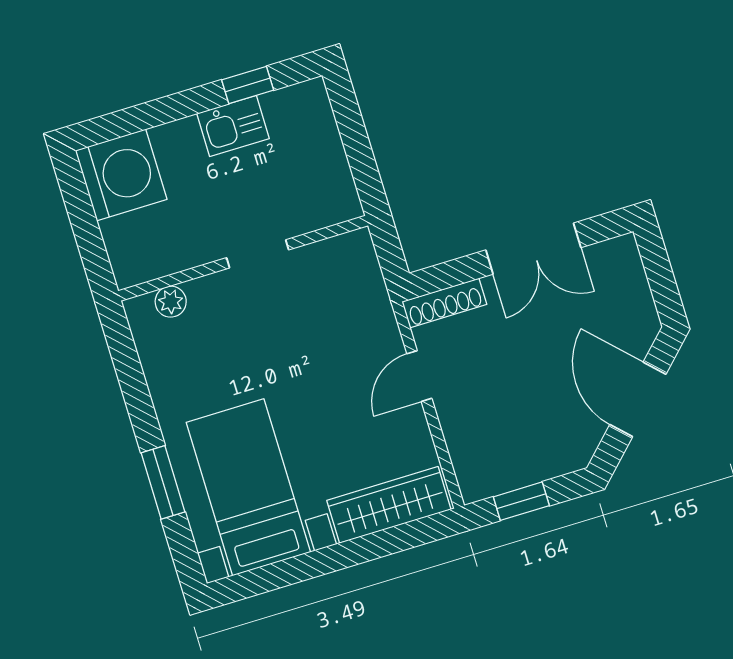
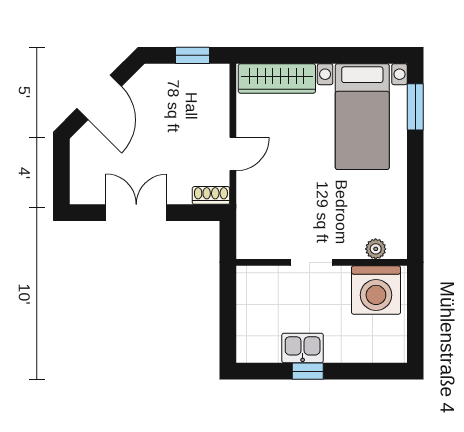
window: (248, 85) -> (308, 371), moved
washing machine: (121, 175) -> (376, 290), moved, turned -90
shoe rack: (444, 303) -> (211, 195), width x0.70
window: (163, 482) -> (415, 107), moved

